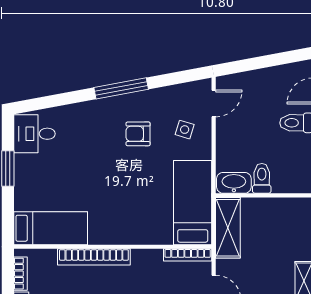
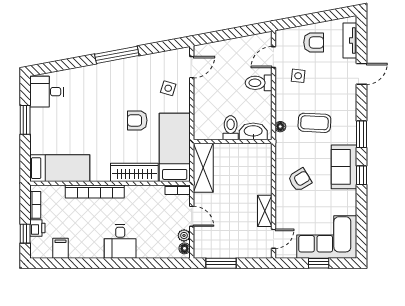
armchair: (138, 134) -> (137, 120), moved
washbasin: (234, 183) -> (253, 131), moved
wardrobe: (143, 233) -> (134, 172), added
bookcase: (188, 255) -> (178, 190), width x0.64

